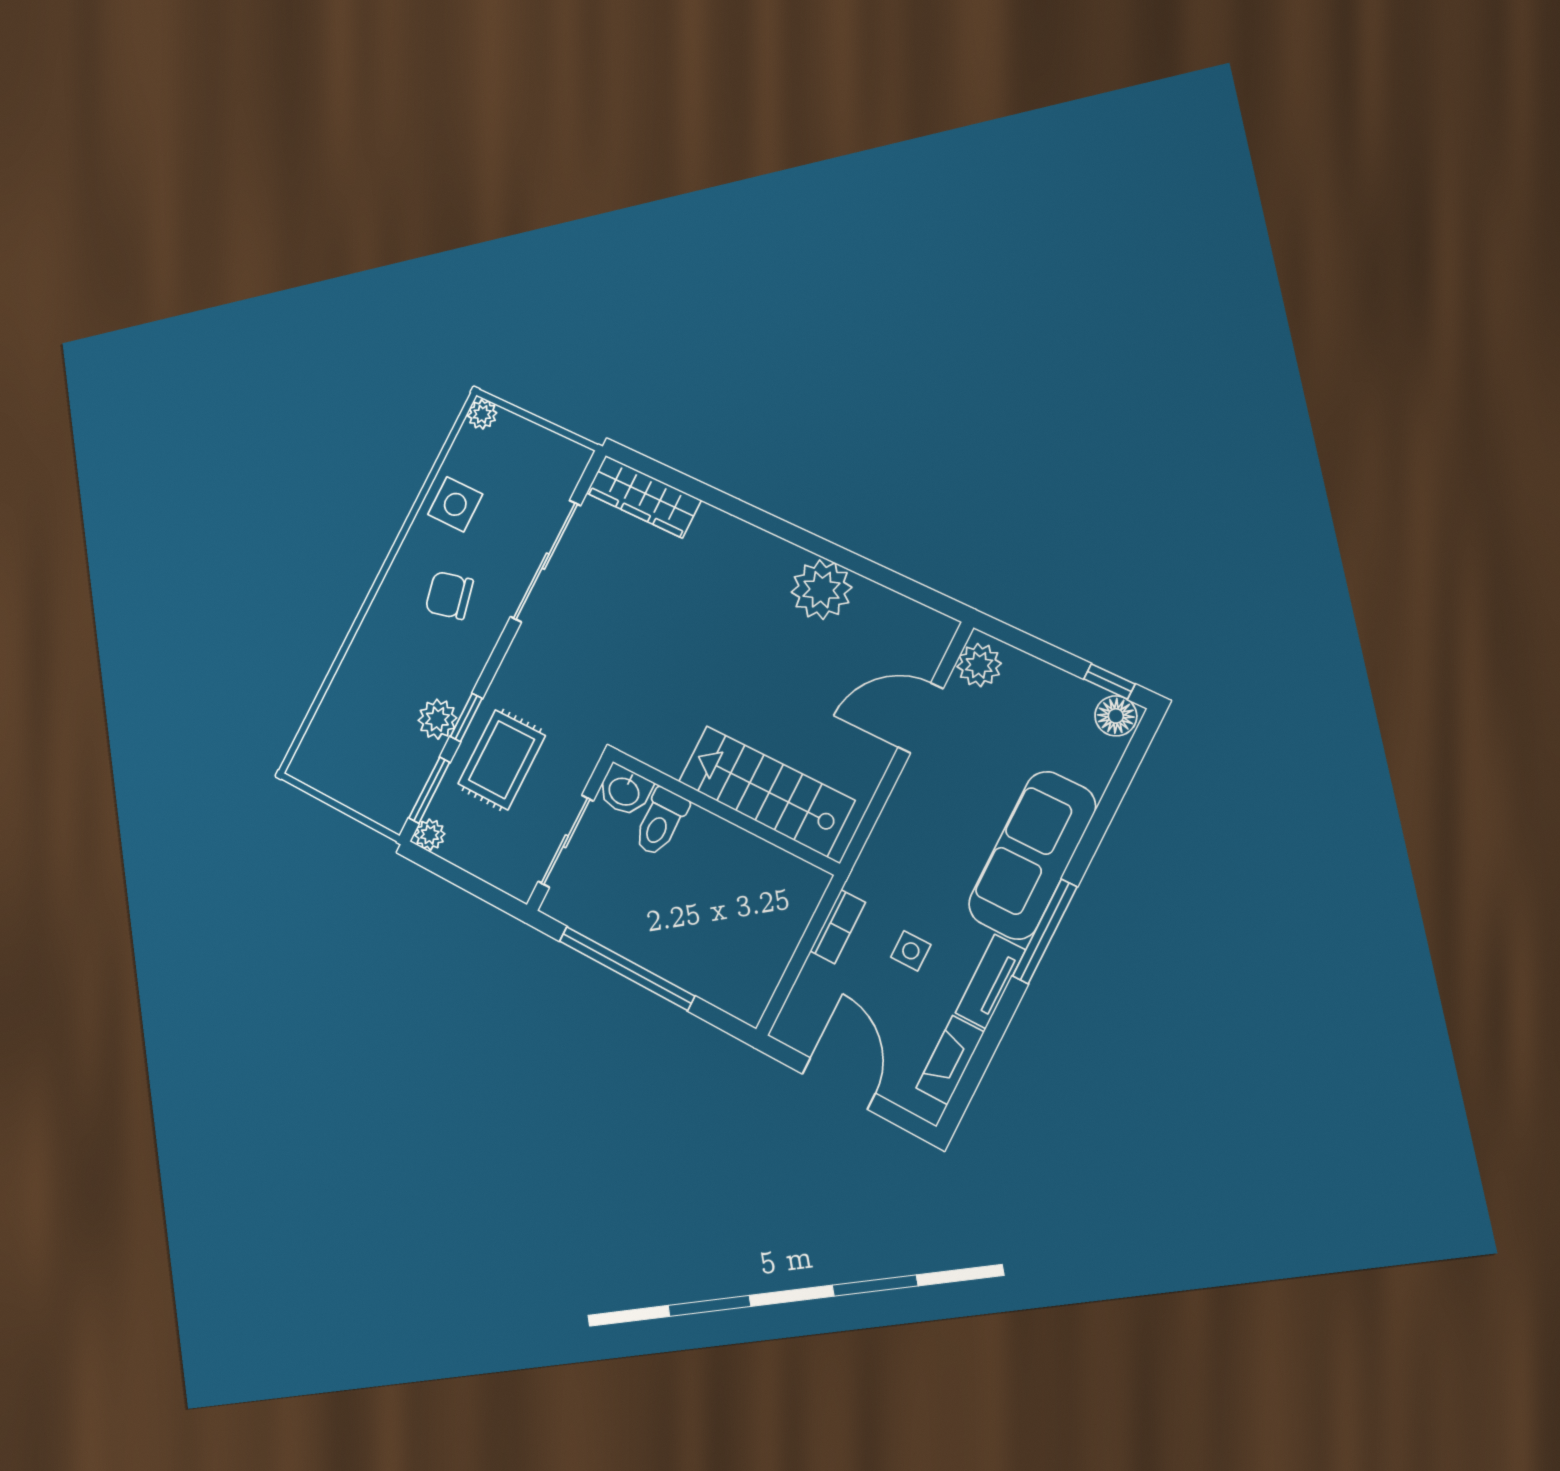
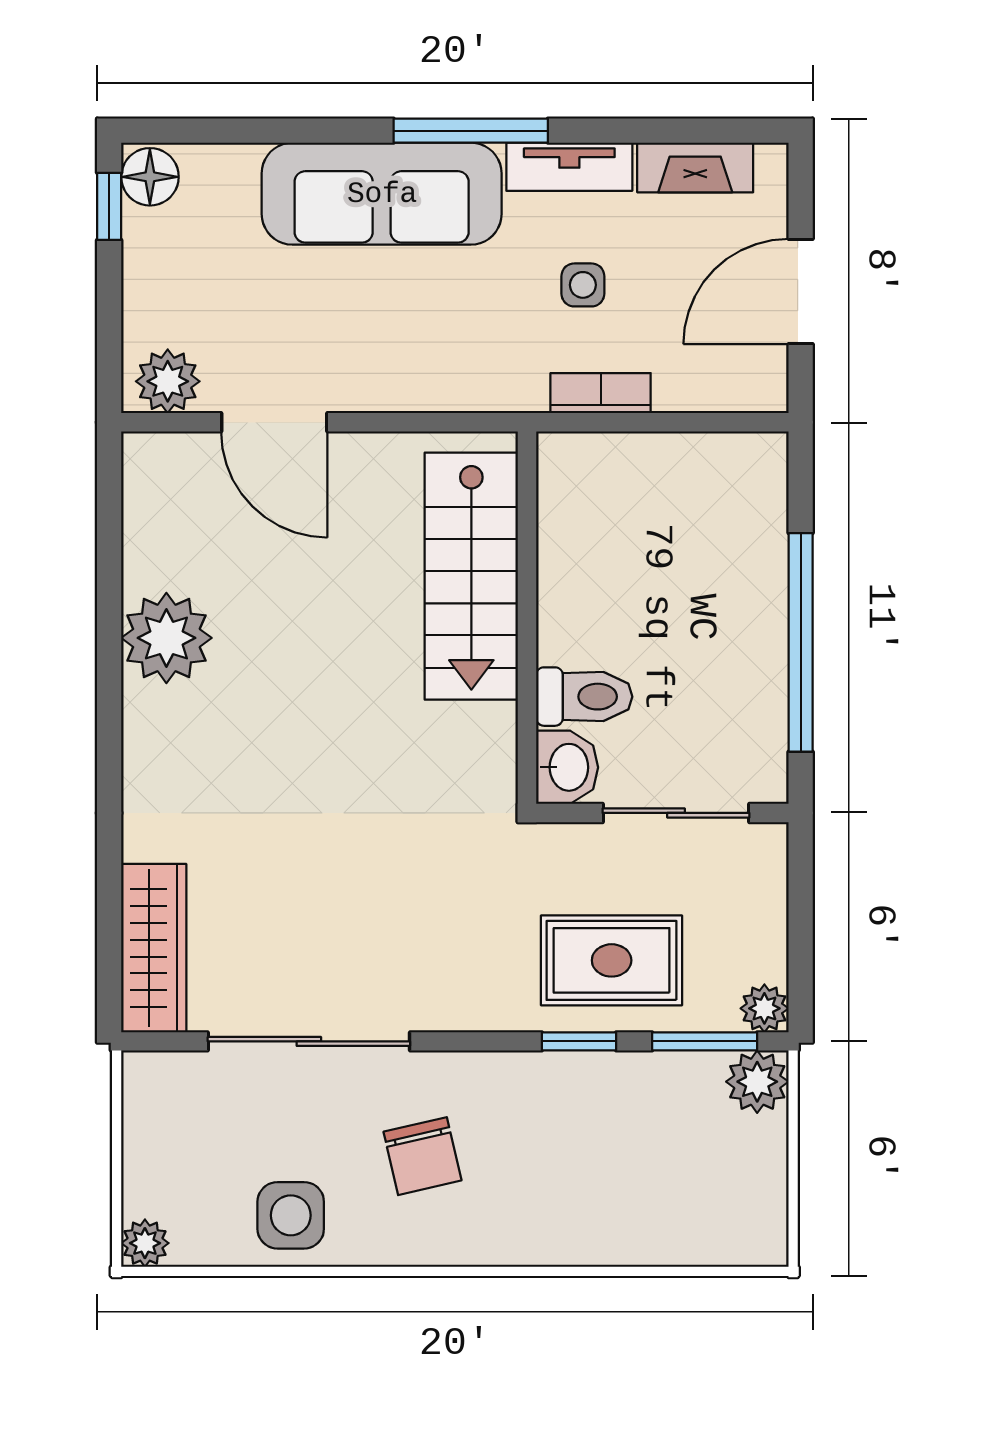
plant: (437, 719) -> (757, 1082), moved

